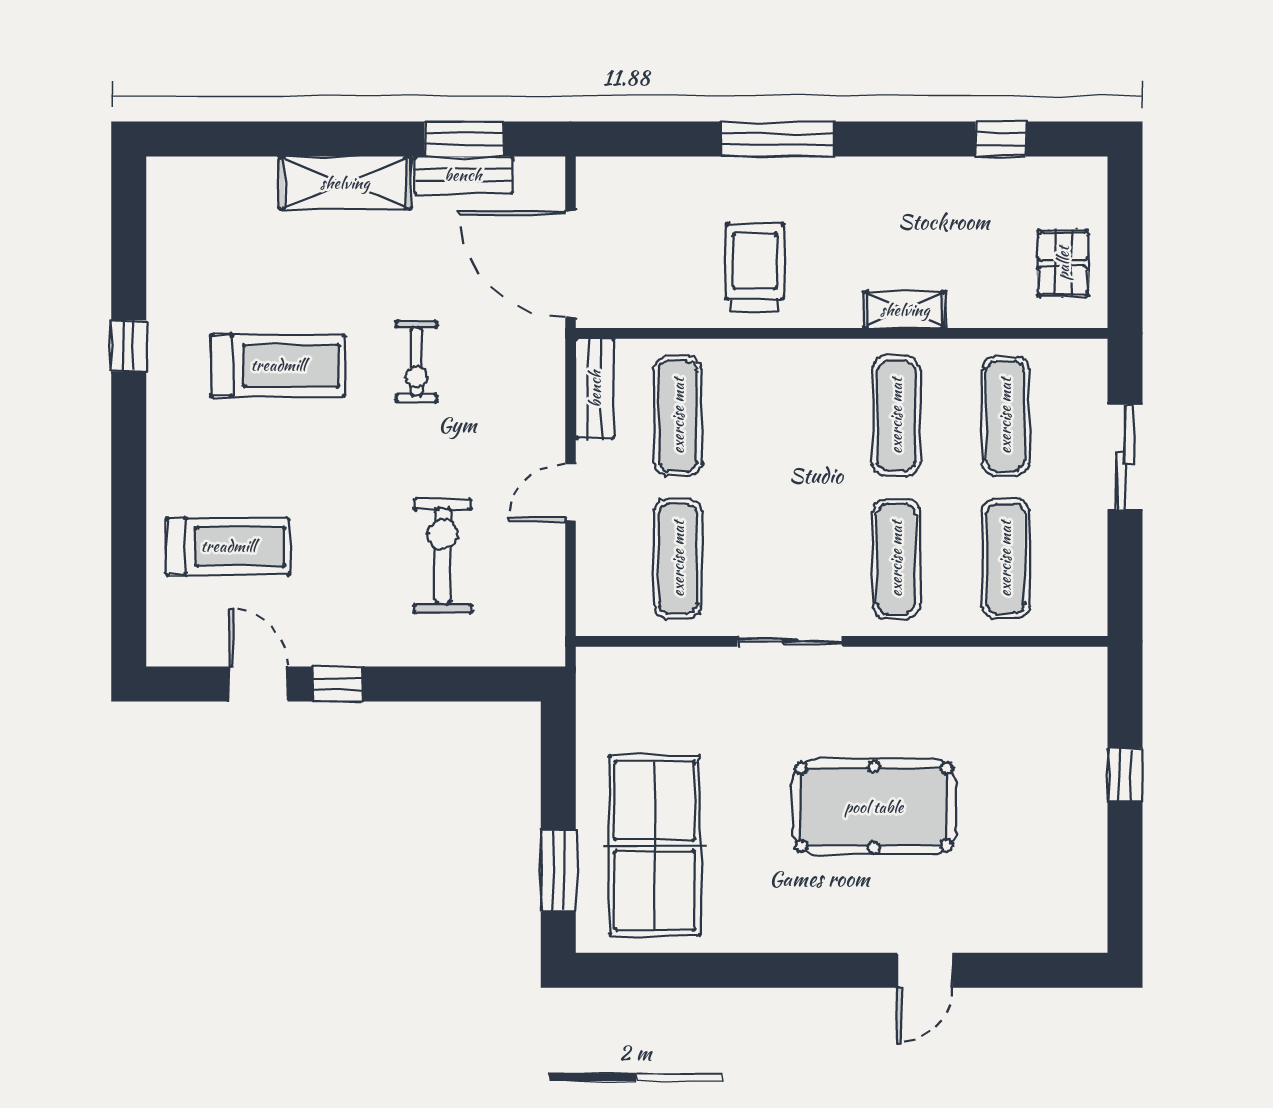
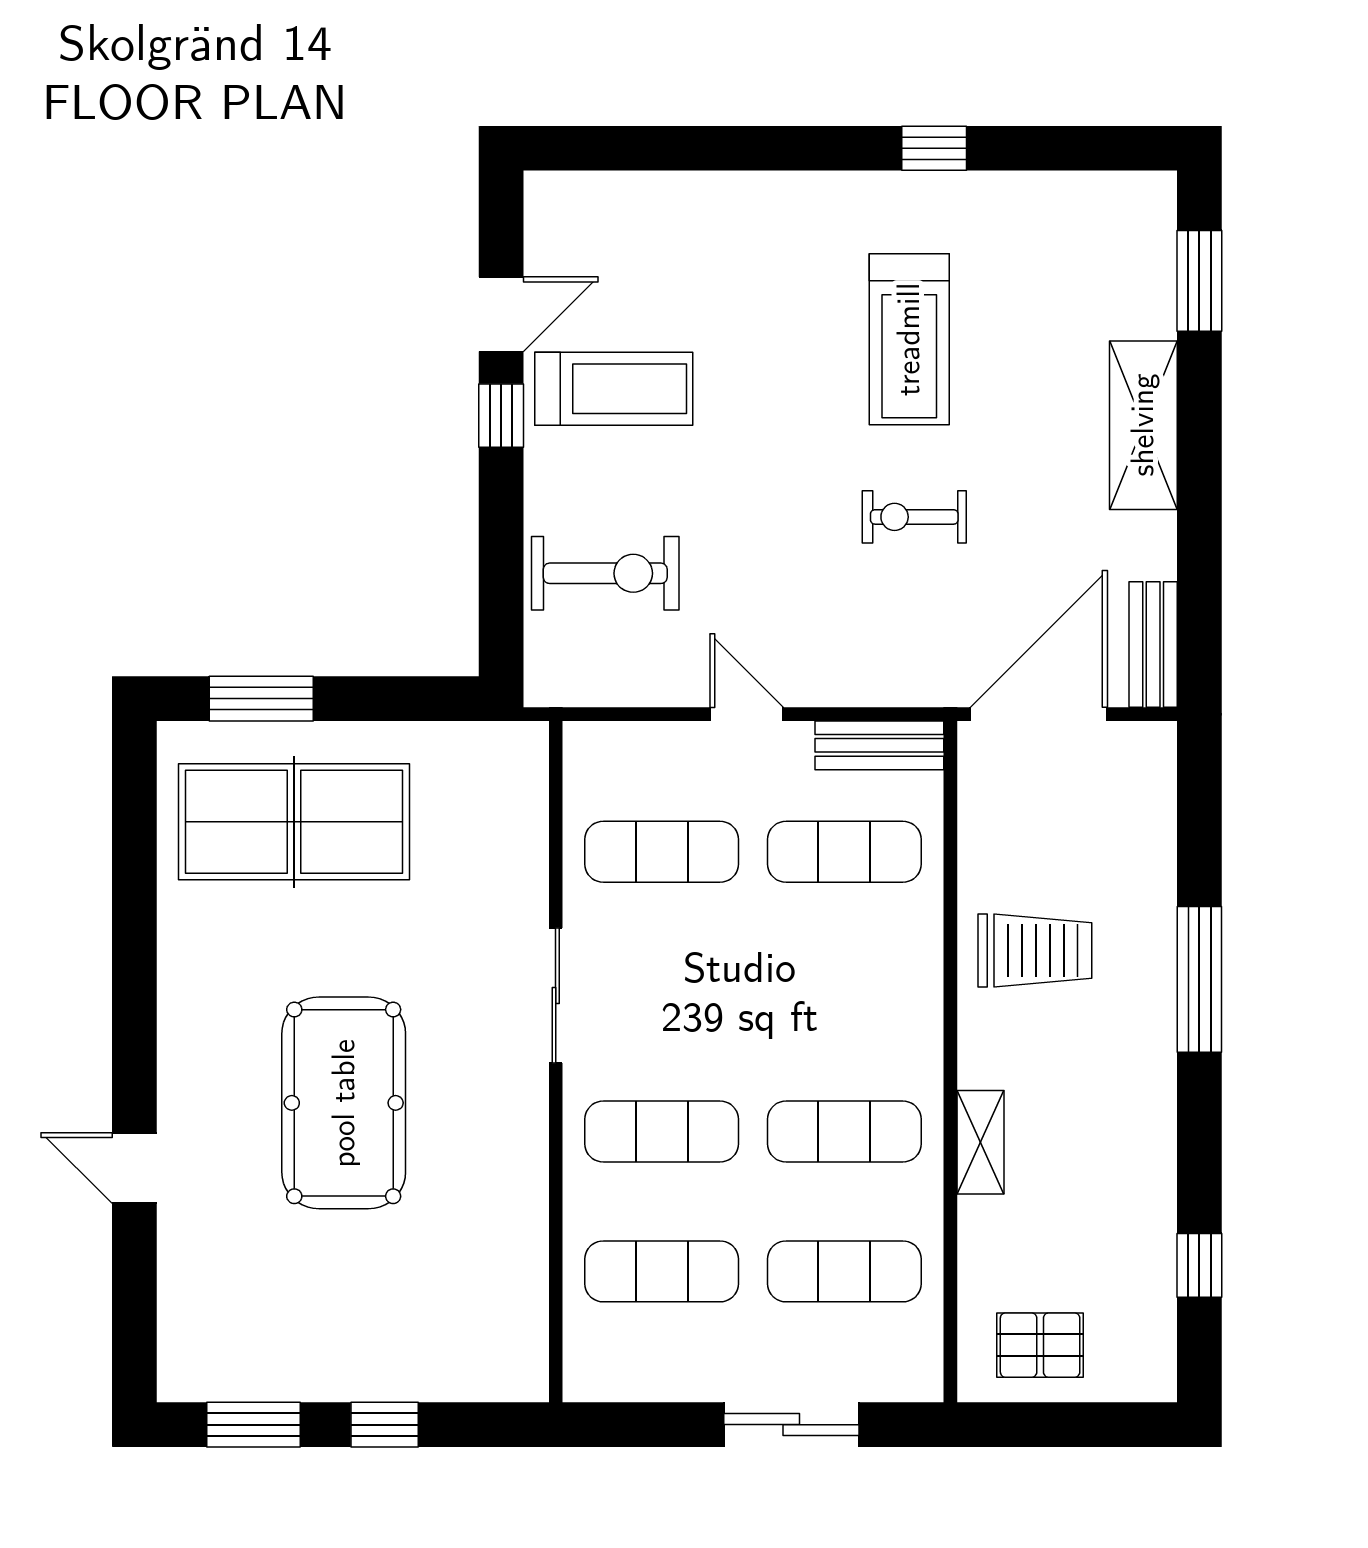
window: (464, 139) -> (1199, 281), moved
bench: (463, 175) -> (1153, 645), moved
treadmill: (228, 546) -> (614, 389), moved, turned -90
exercise bike: (443, 556) -> (605, 573), moved
window: (1125, 877) -> (254, 1425), added

